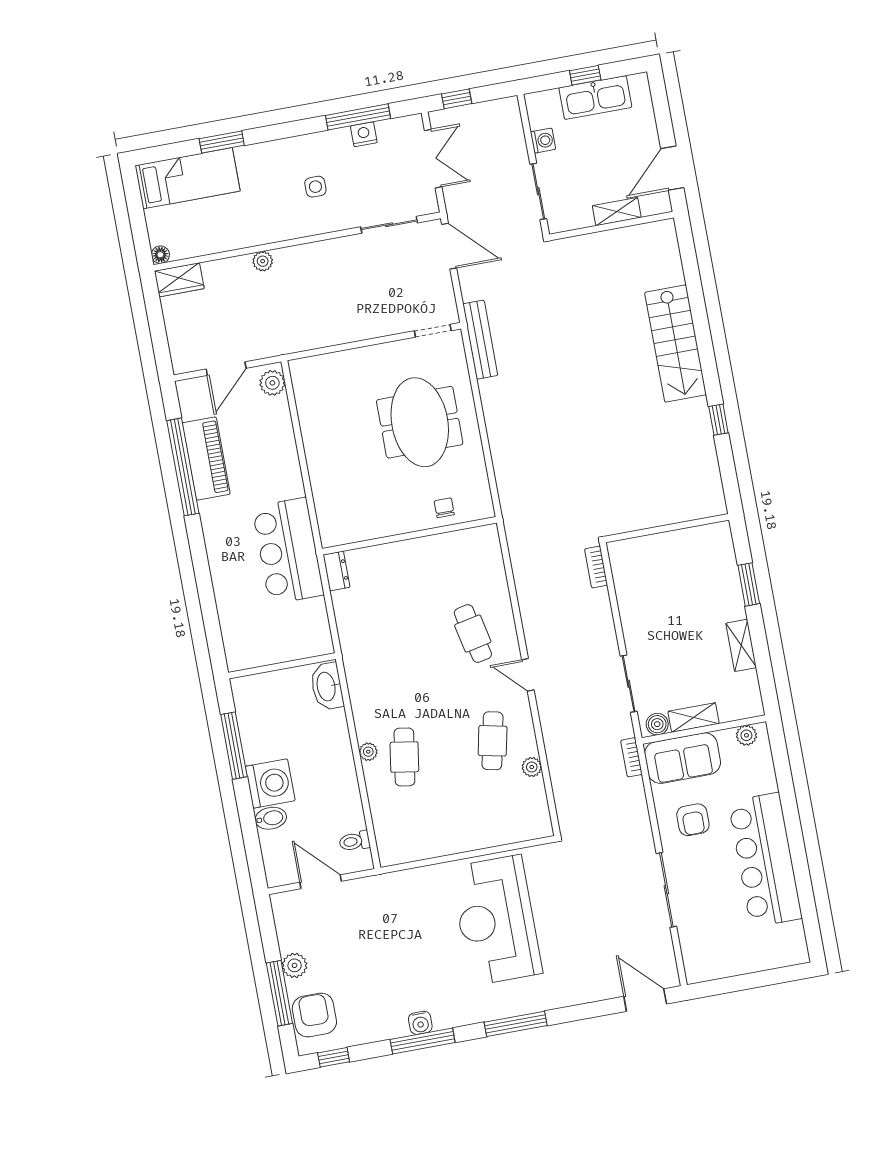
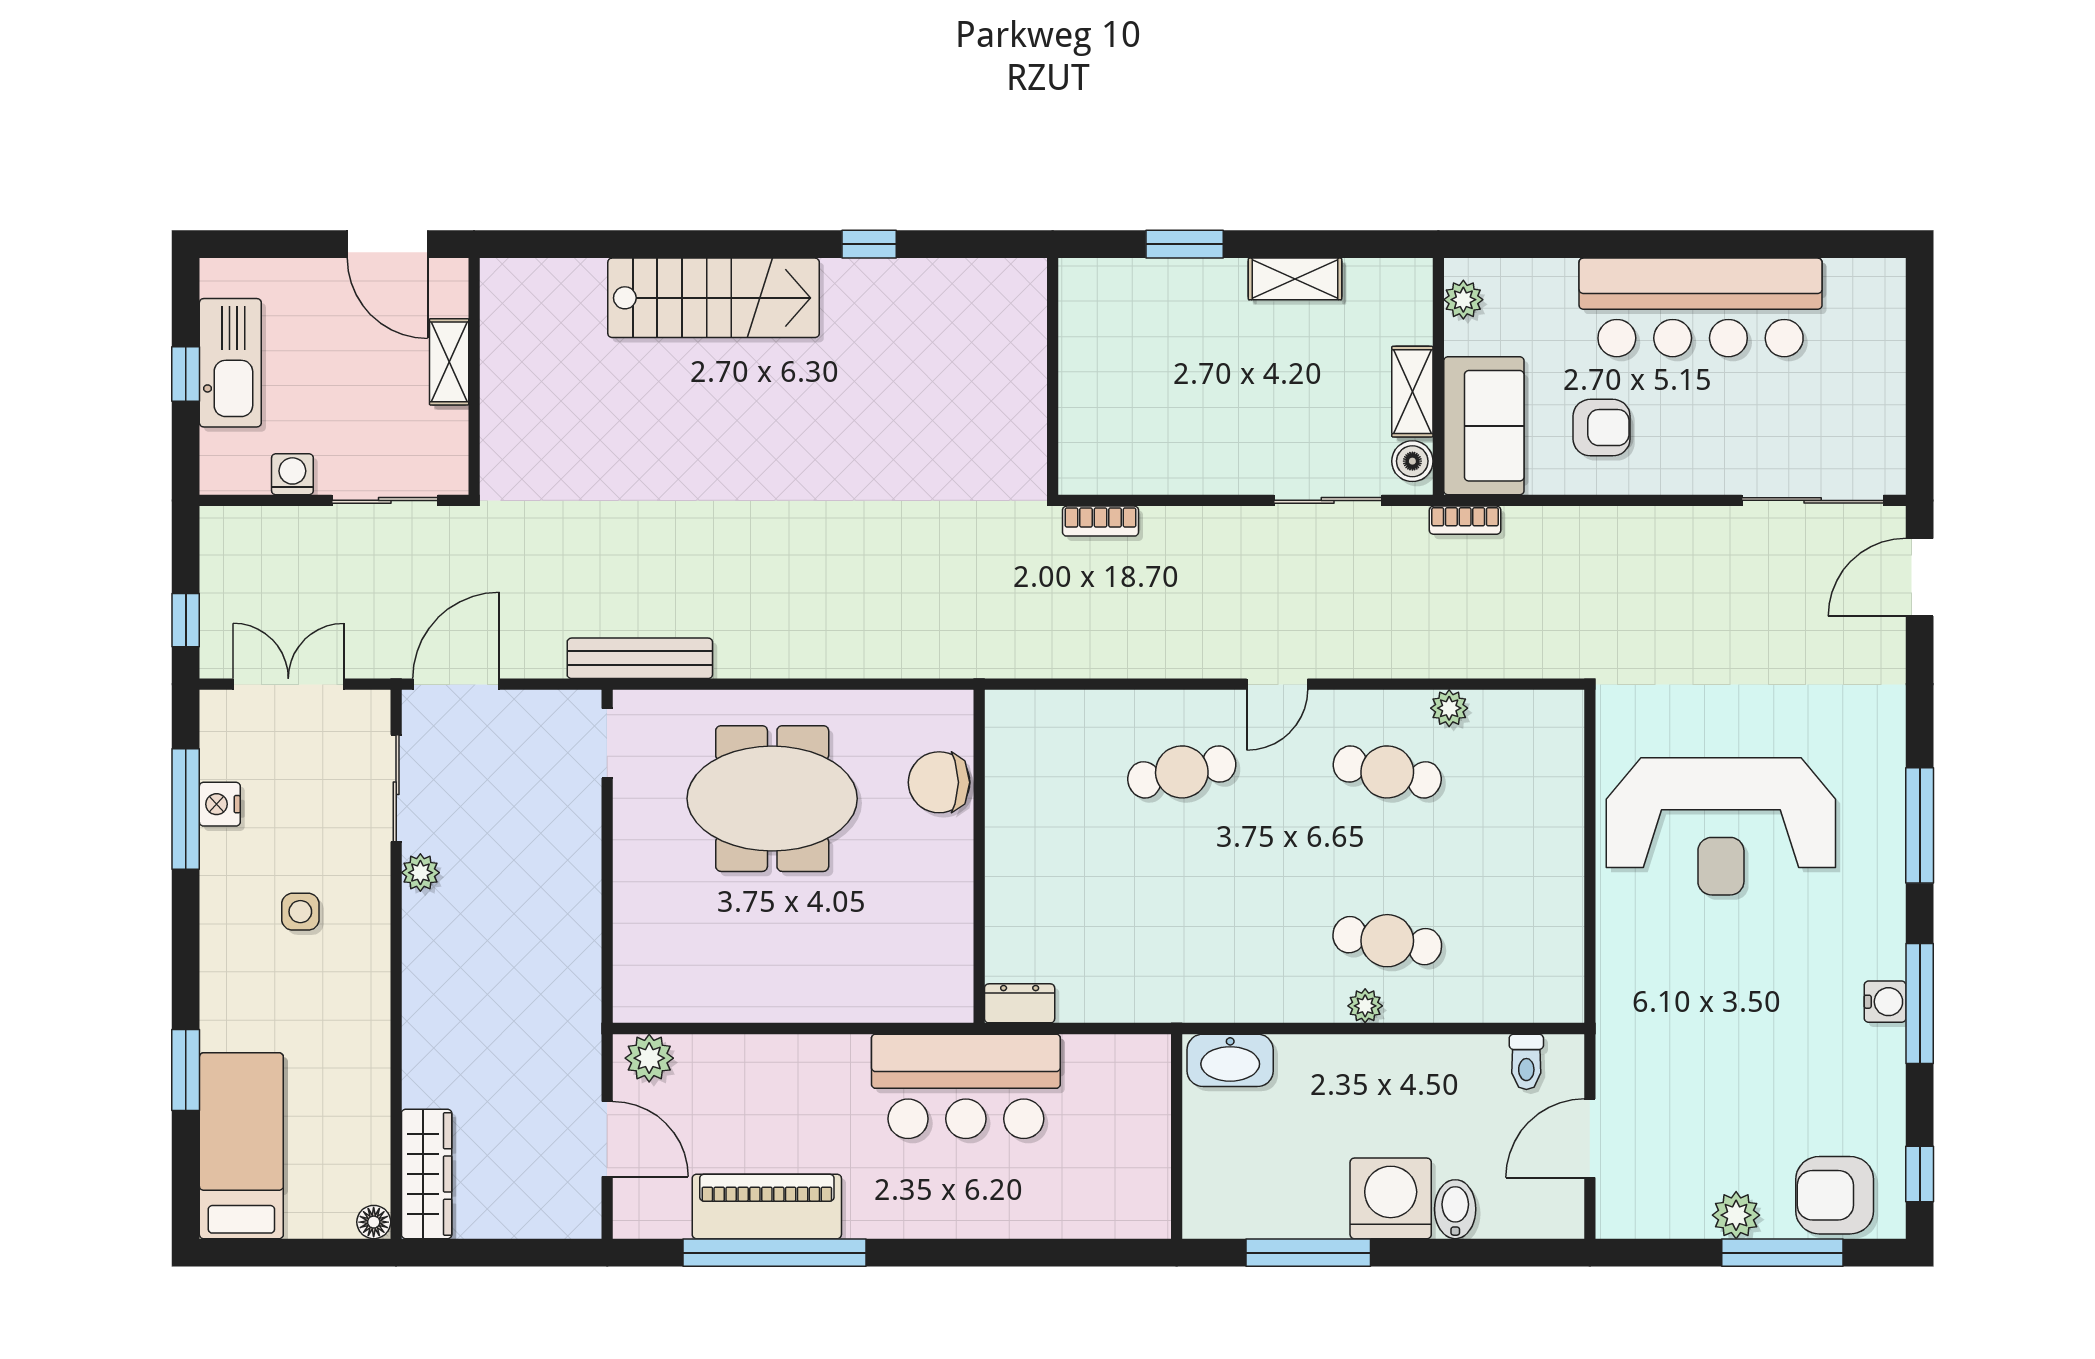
plant: (263, 261) -> (420, 873), moved
wardrobe: (179, 280) -> (427, 1174), width x1.50
chair: (444, 508) -> (939, 782), width x1.87, depth x1.87
sliding door: (666, 890) -> (1813, 500), moved

